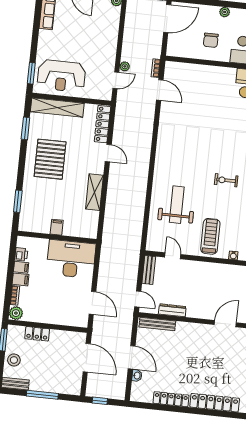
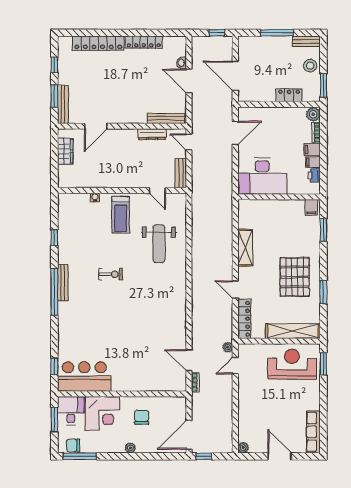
plant: (125, 66) -> (228, 347), moved
window: (25, 128) -> (323, 292), moved
filing cabinet: (57, 227) -> (311, 207), moved
door: (92, 303) -> (235, 133), swing flipped

